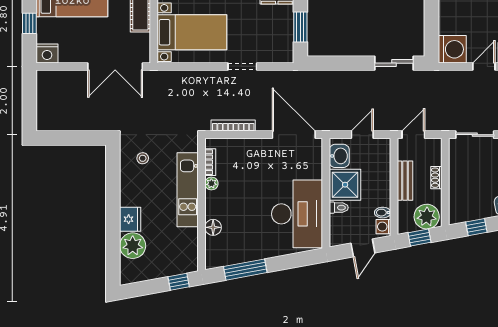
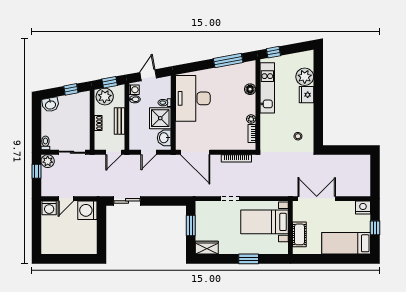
kitchen unit: (188, 190) -> (267, 88), moved

